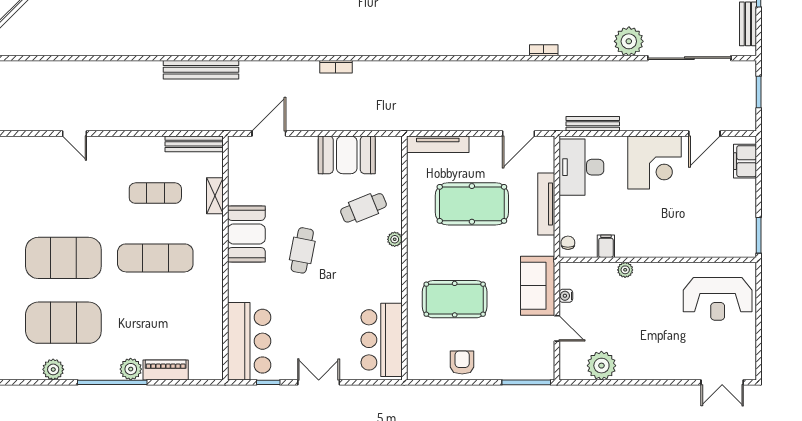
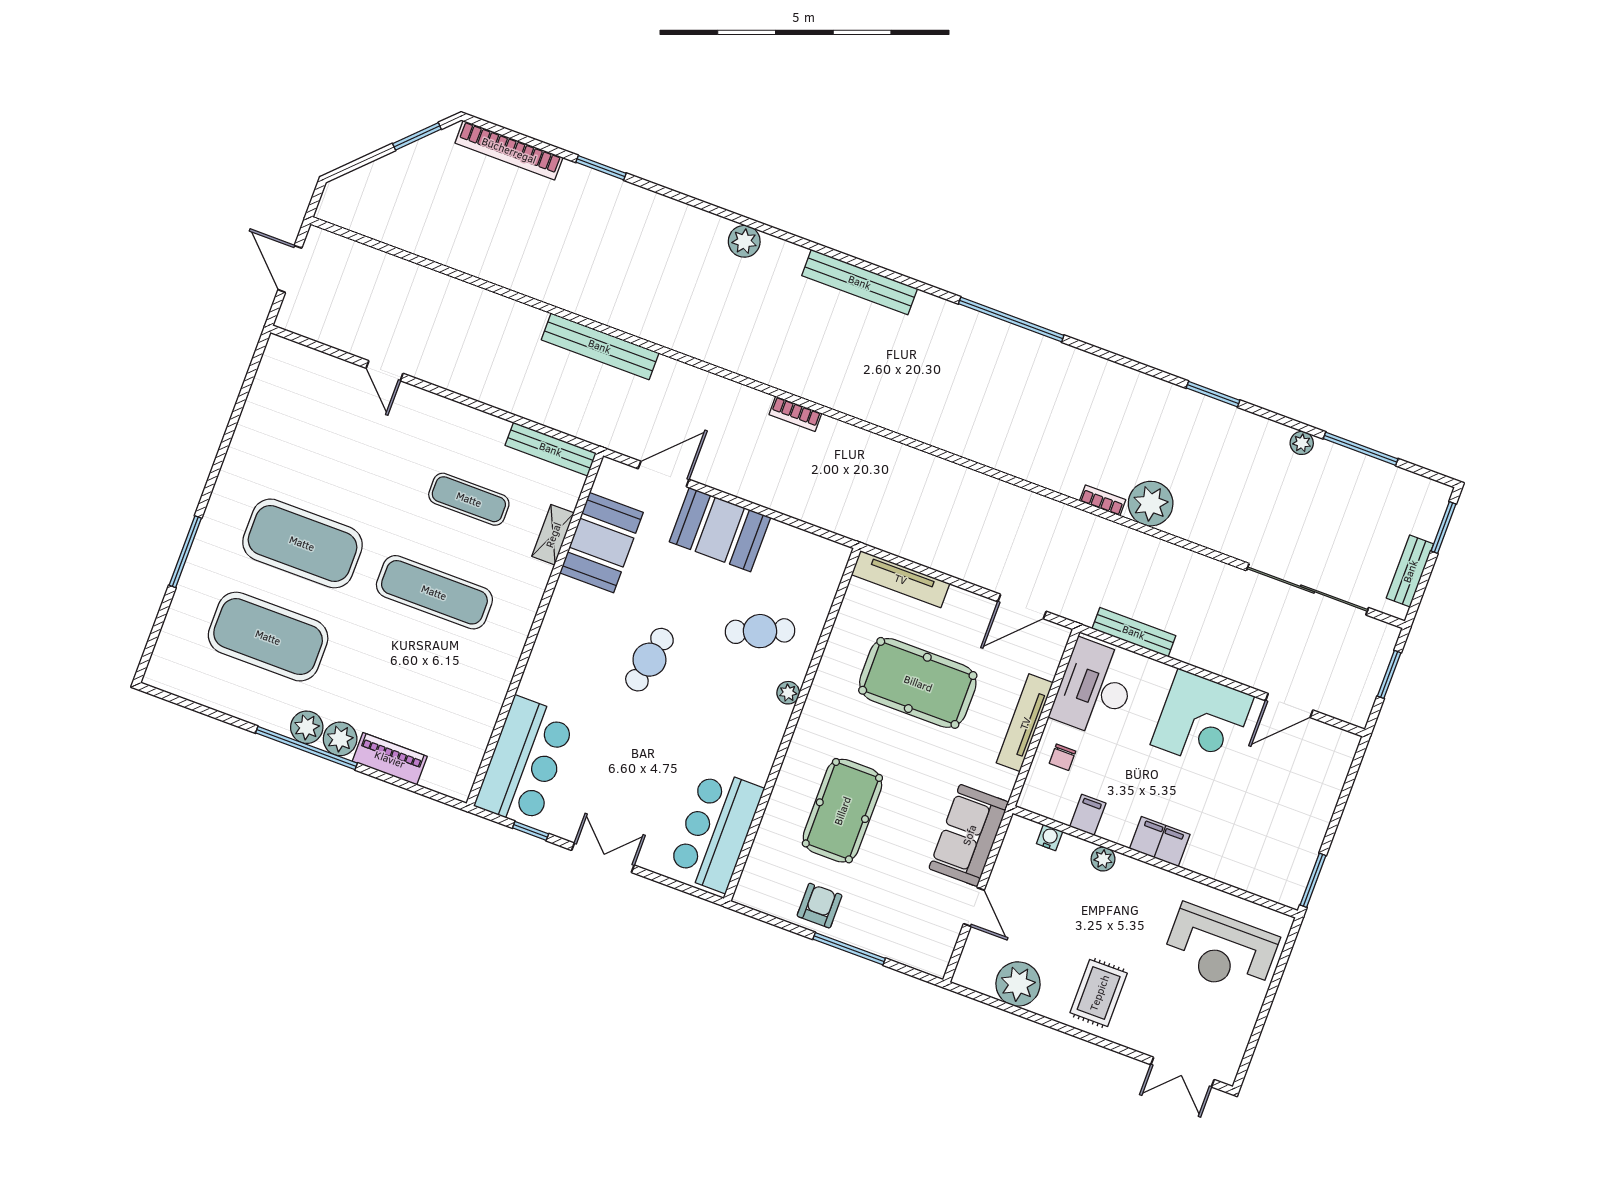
plant: (629, 41) -> (1151, 504), moved
booth: (347, 155) -> (720, 530), moved
filing cabinet: (745, 161) -> (1160, 842), moved, turned 90
booth: (246, 234) -> (602, 543), moved
chair: (568, 243) -> (1063, 757), moved, turned 180
water cooler: (566, 296) -> (1050, 838), moved, turned 90
pool table: (455, 299) -> (842, 811), turned 90
rug: (653, 353) -> (1099, 993), added
plant: (53, 369) -> (307, 727), moved
window: (526, 382) -> (849, 949), moved

